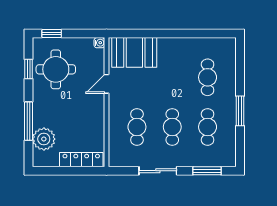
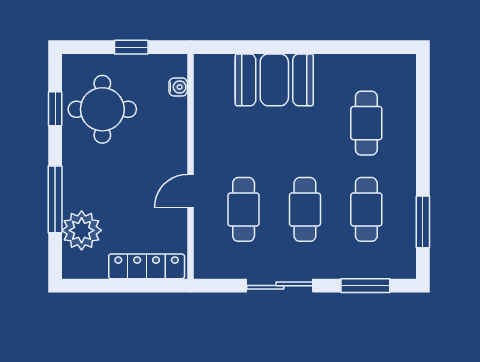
window: (52, 34) -> (131, 47), moved
water cooler: (99, 43) -> (178, 87), moved
booth: (134, 52) -> (274, 80), moved
door: (106, 84) -> (191, 191), moved
window: (240, 111) -> (423, 222), moved

